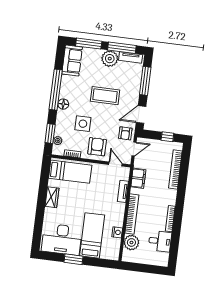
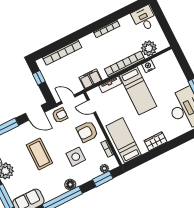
door: (115, 164) -> (92, 106), hinge flipped
bed: (92, 235) -> (138, 91), moved, turned -90
desk: (160, 241) -> (144, 19), moved

